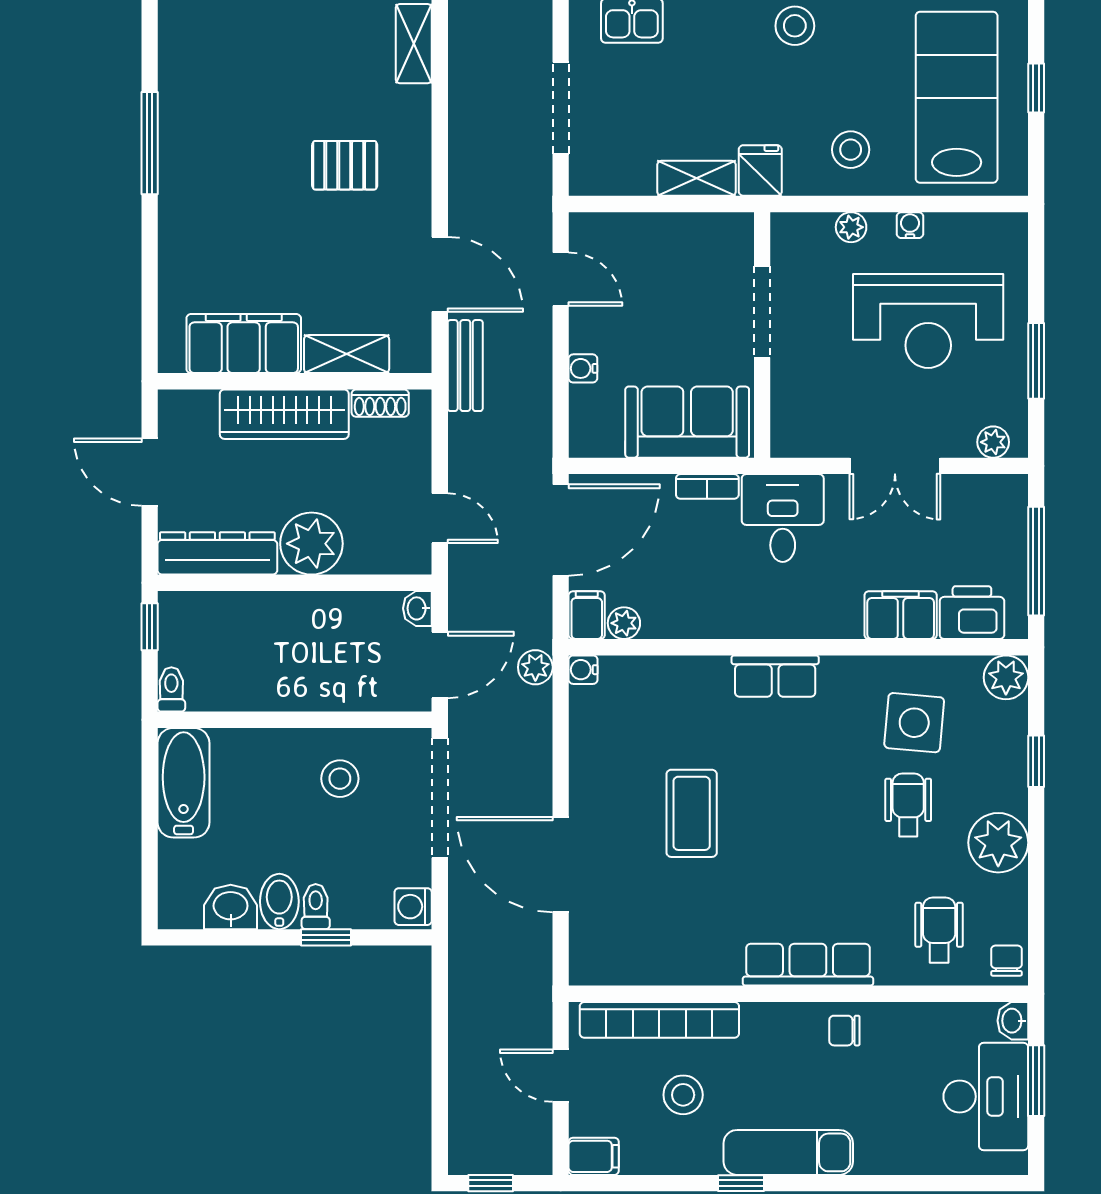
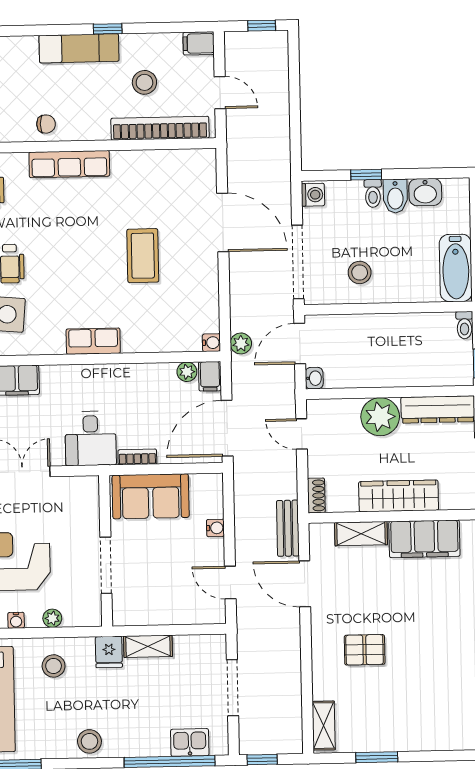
shoe rack: (380, 403) -> (316, 495), moved, turned 90

